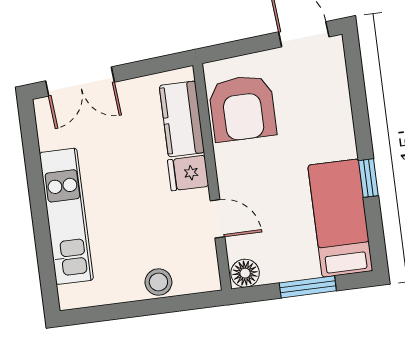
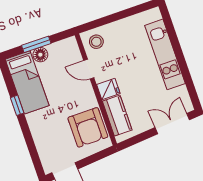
armchair: (242, 108) -> (88, 127), turned 180
floor lamp: (245, 273) -> (40, 55), moved
stool: (158, 282) -> (96, 42), moved

